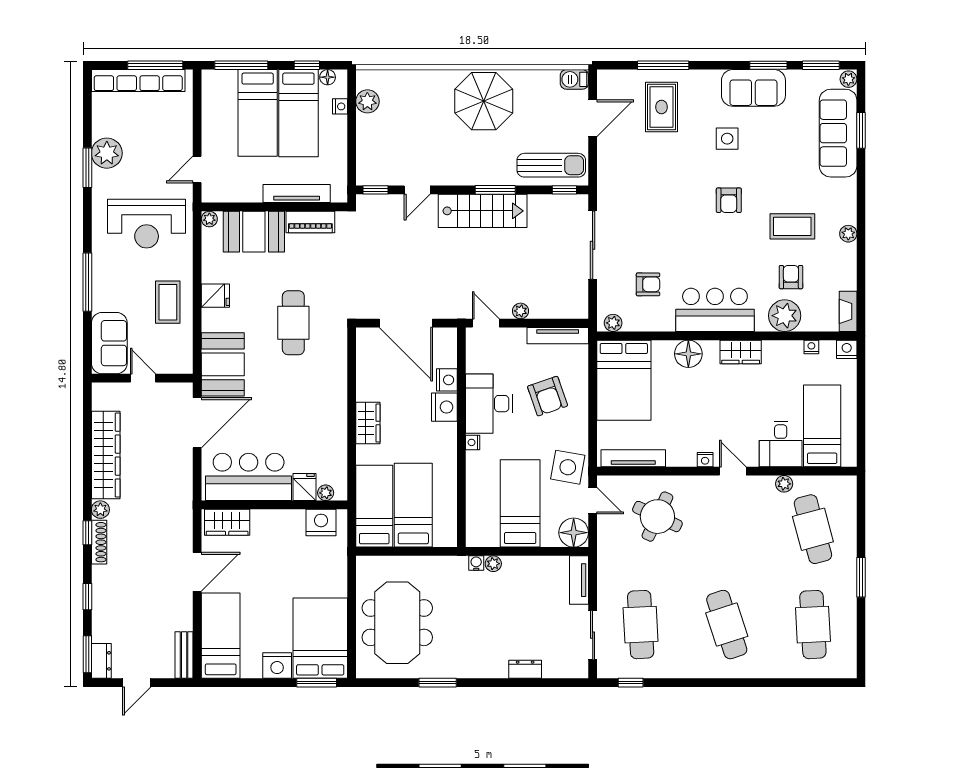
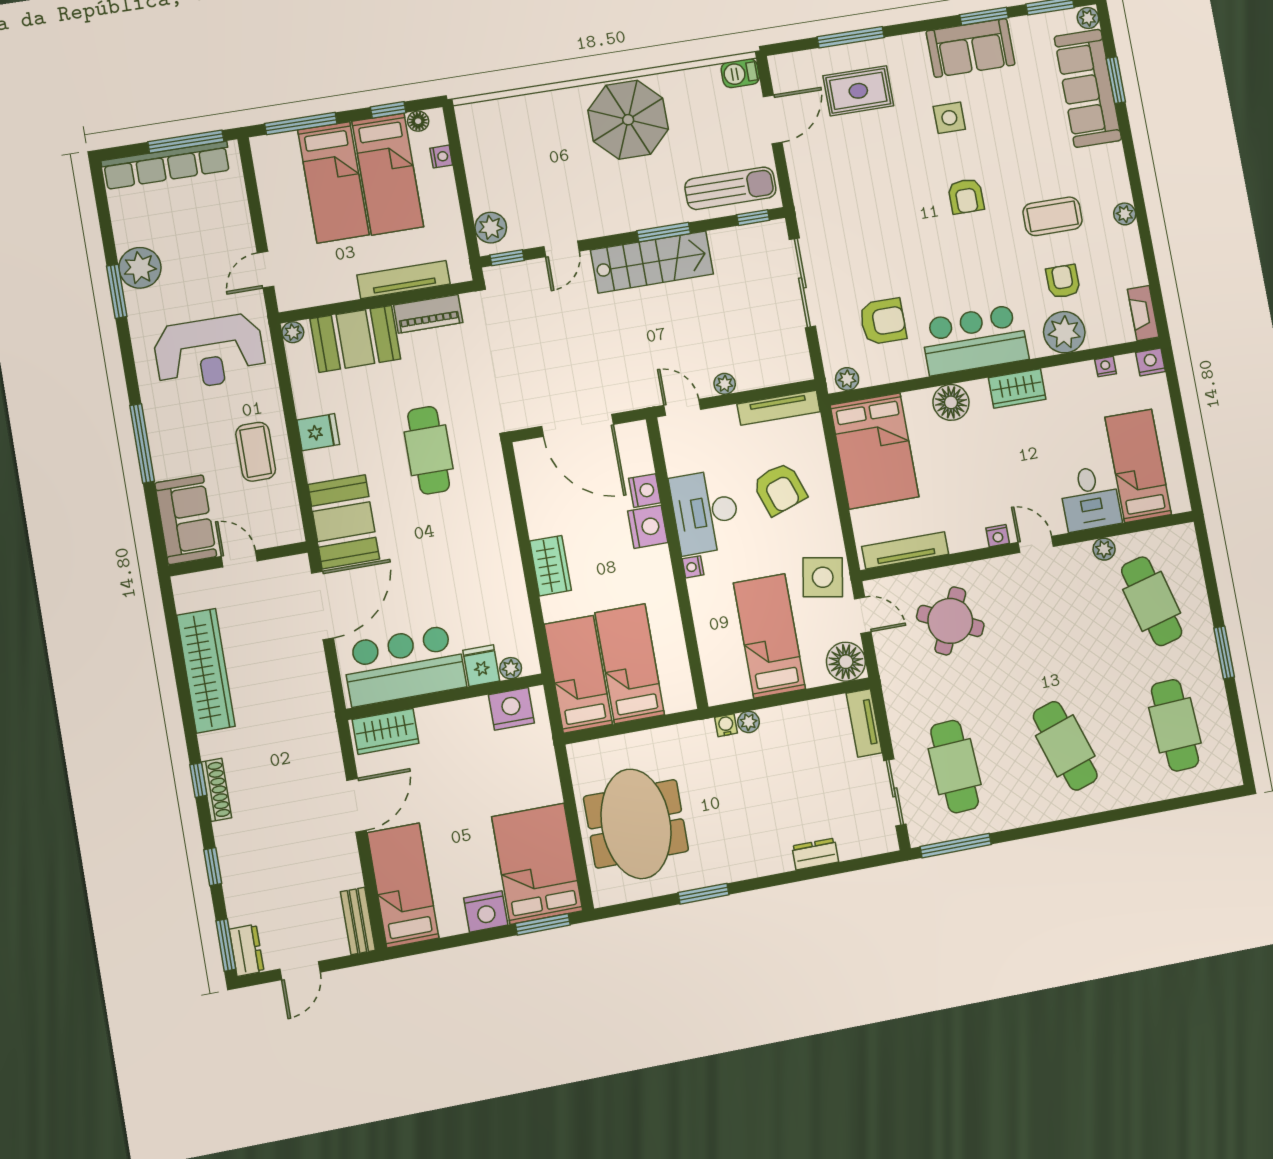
plant: (367, 101) -> (491, 228), moved
rug: (661, 107) -> (858, 91), turned 90
armchair: (648, 284) -> (883, 321), width x1.38, depth x1.38
plant: (100, 510) -> (211, 745), removed
window: (631, 683) -> (956, 846), width x2.17

